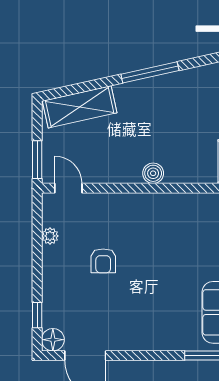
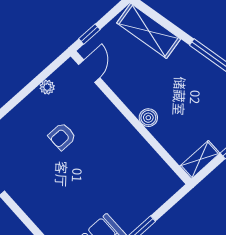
window: (37, 160) -> (89, 34), width x0.67

